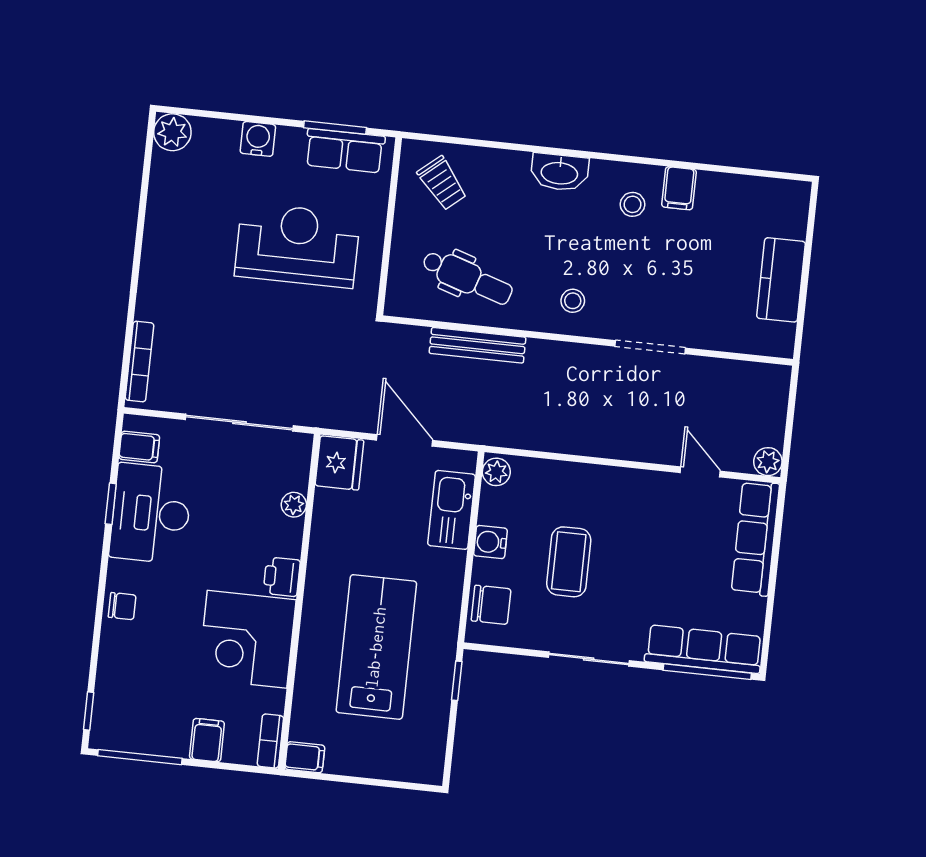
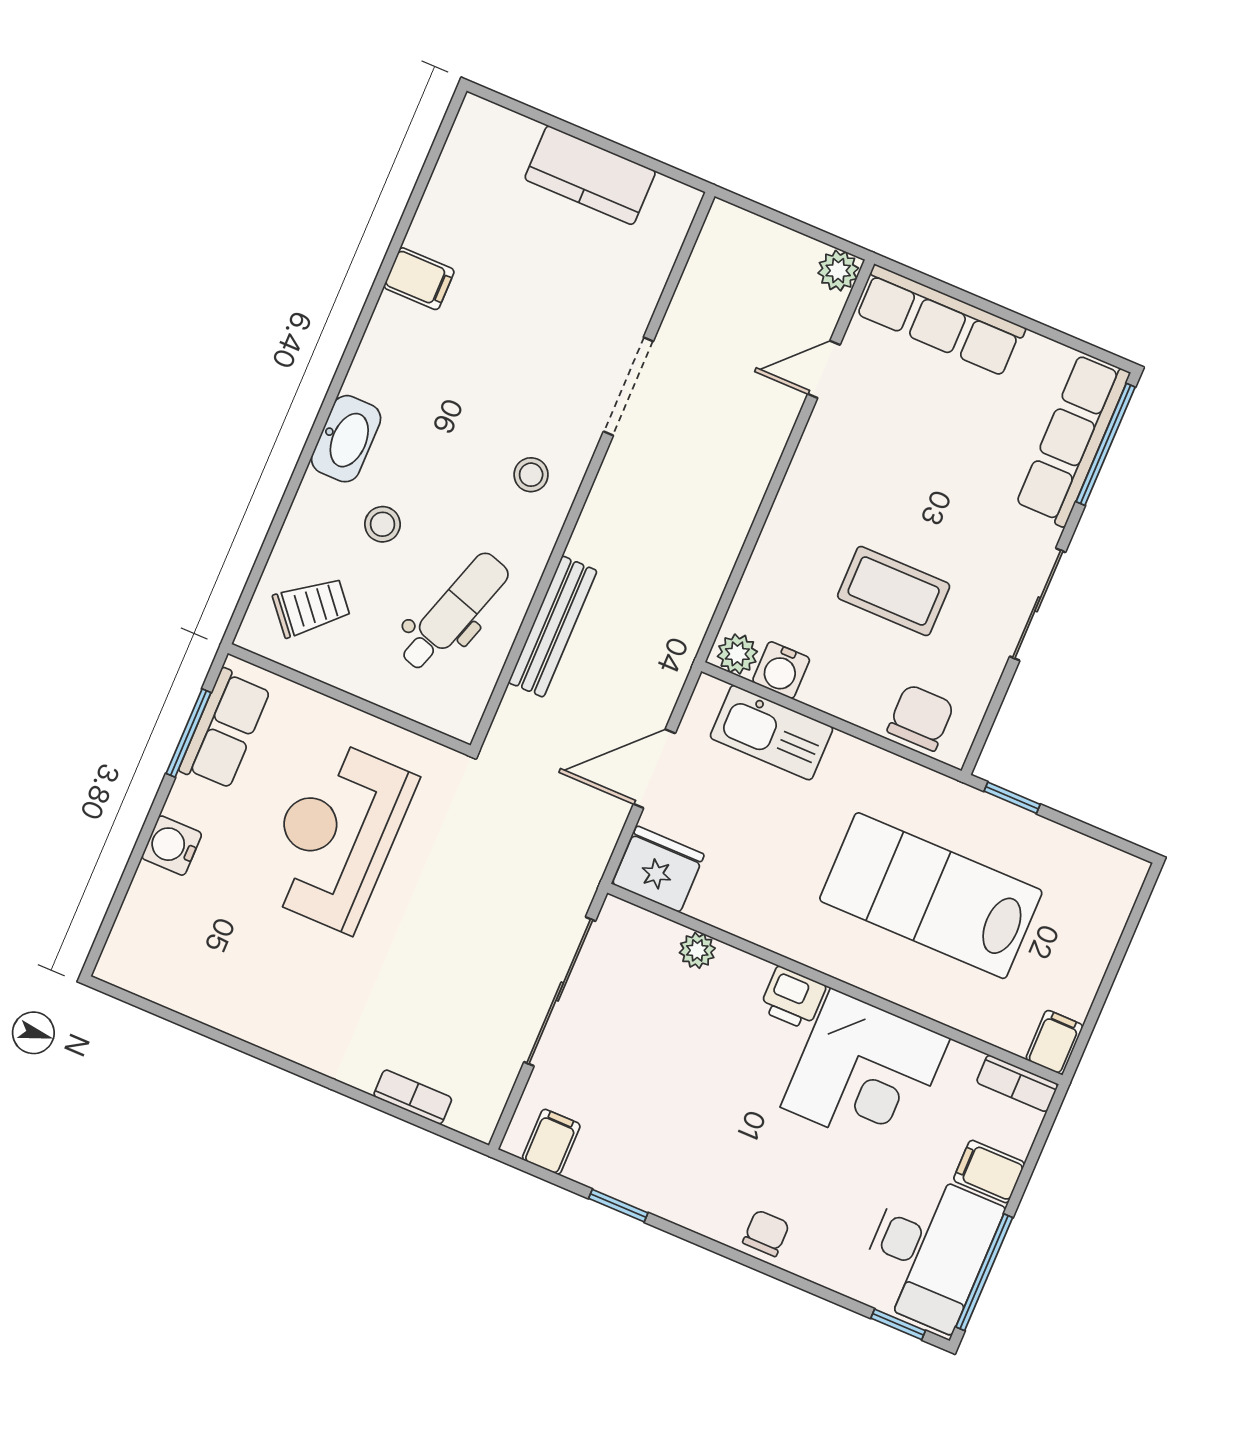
plant: (172, 132) -> (126, 962), removed
stool: (633, 204) -> (382, 524), moved
bookcase: (139, 361) -> (413, 1097), width x0.64
desk: (151, 513) -> (929, 1250), moved, turned -90
water cooler: (490, 542) -> (781, 670), moved

